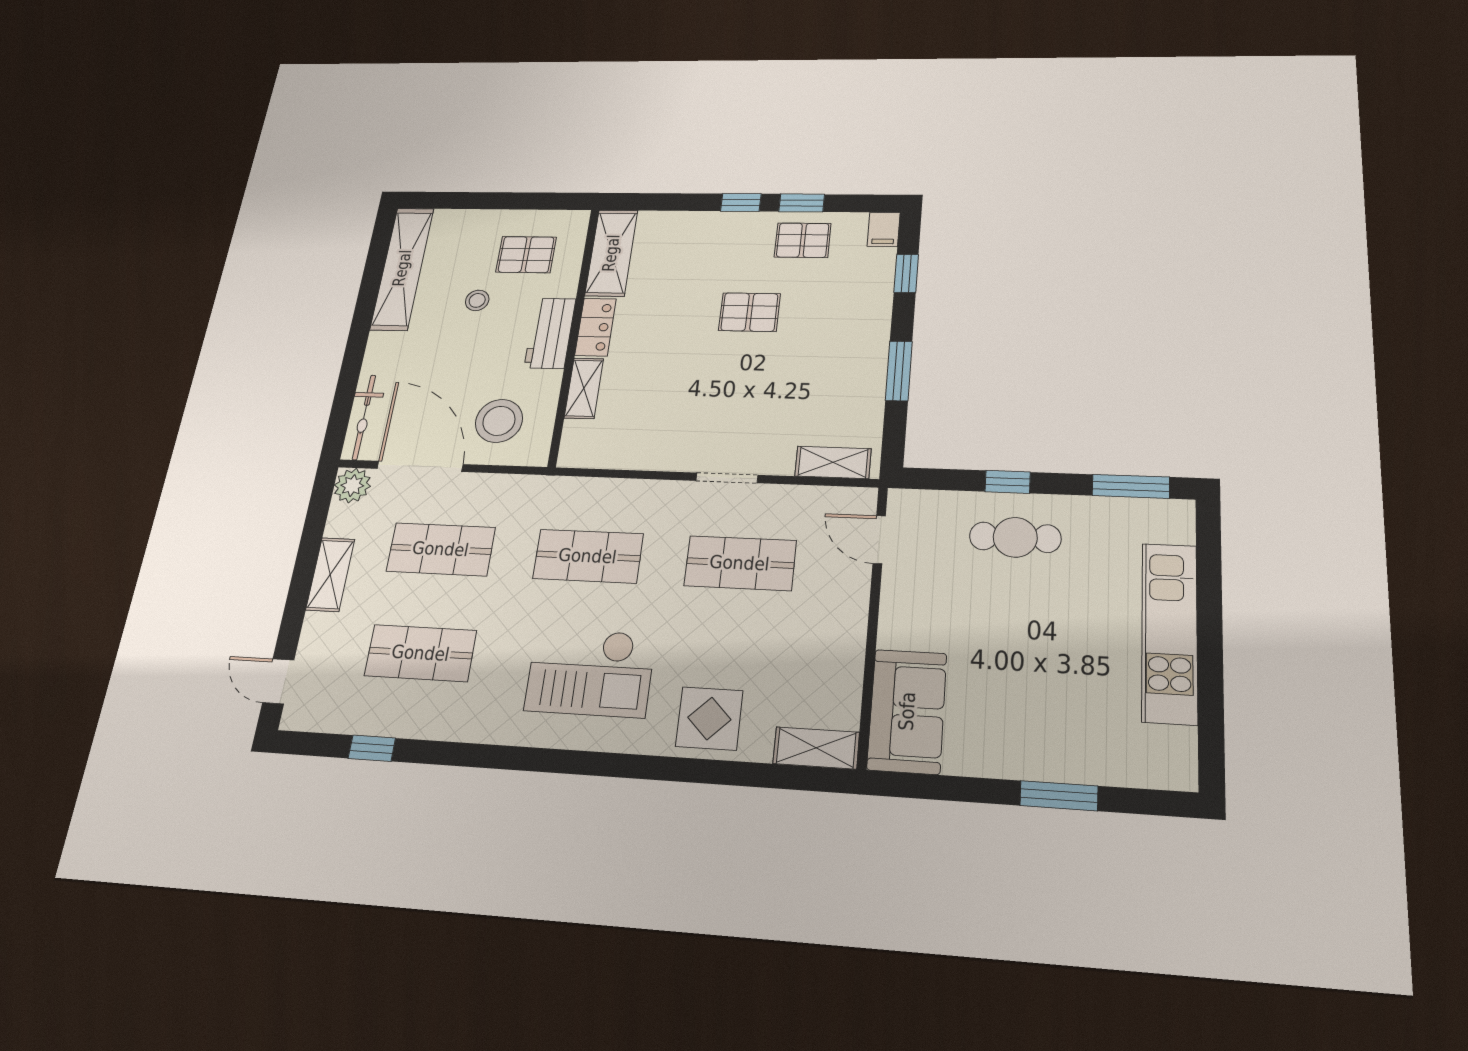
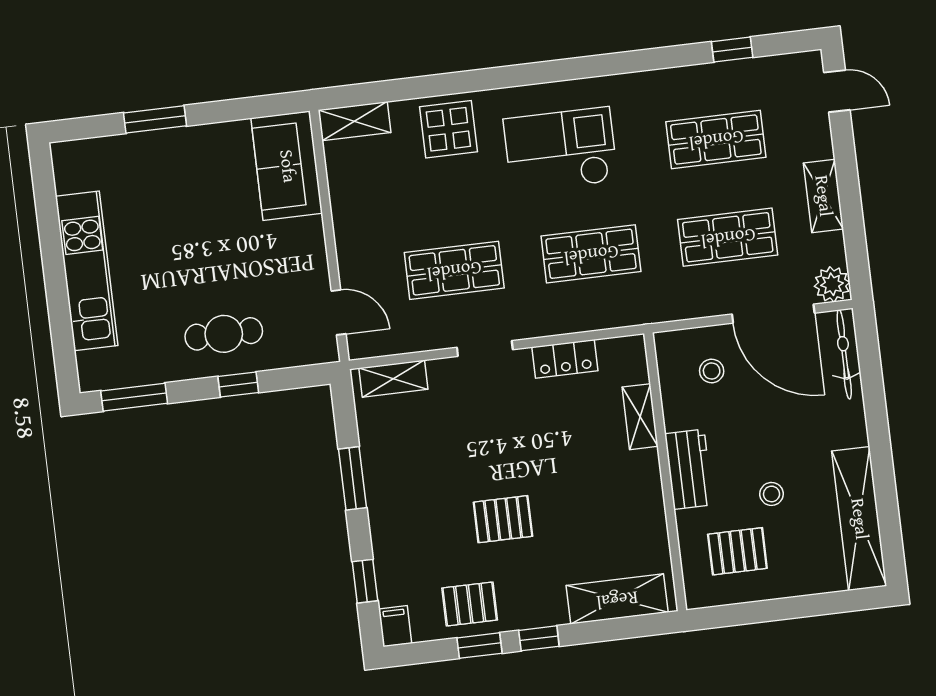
shelving: (611, 253) -> (617, 599), moved, turned 90
locker: (596, 327) -> (565, 359), moved, turned -90
stool: (499, 421) -> (712, 371), width x0.53, depth x0.53

